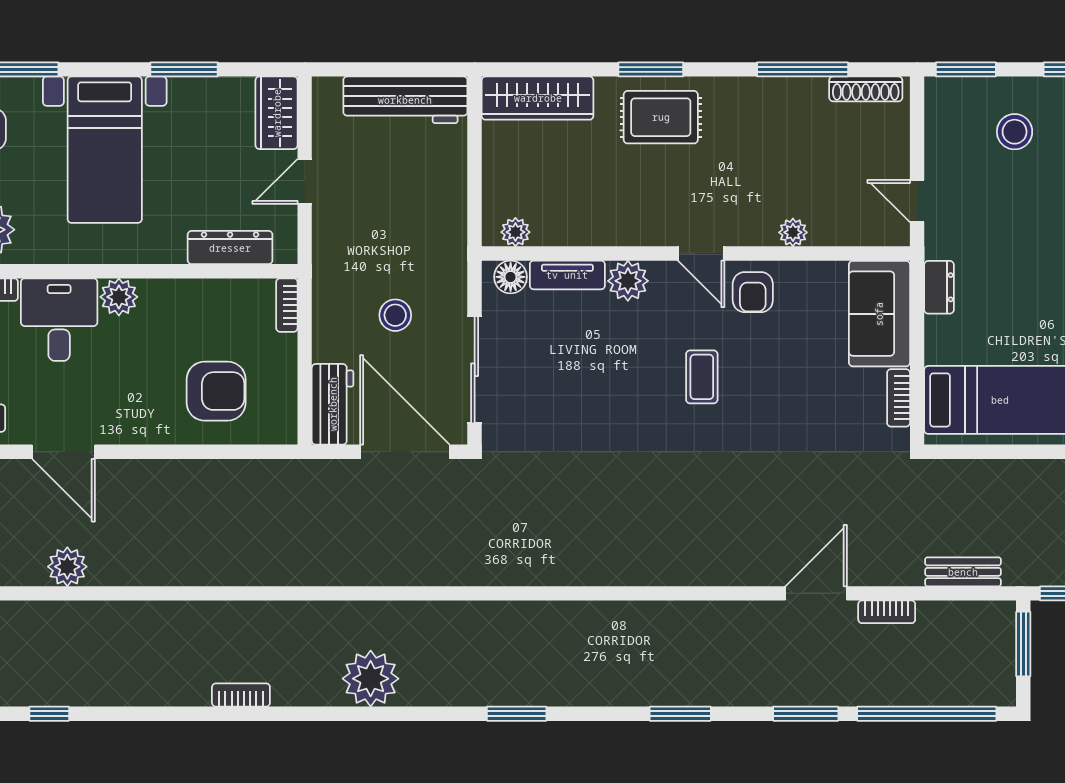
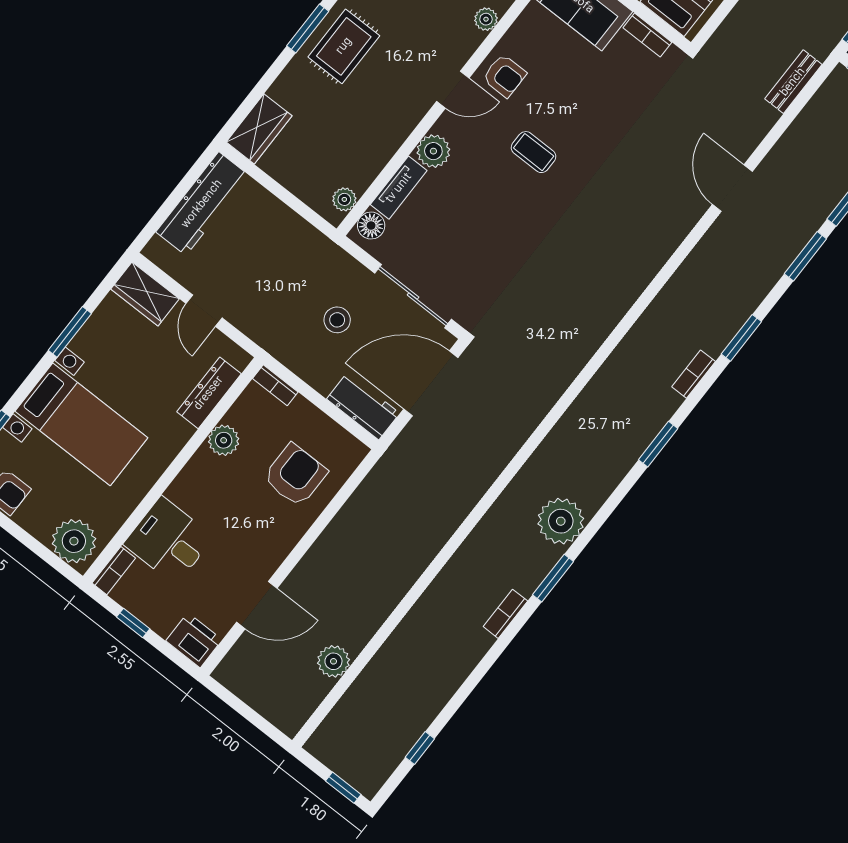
wardrobe: (538, 98) -> (259, 129), width x0.67
plant: (119, 297) -> (224, 440), moved
bookcase: (887, 612) -> (694, 374), moved, turned 180
window: (310, 714) -> (553, 578), added

